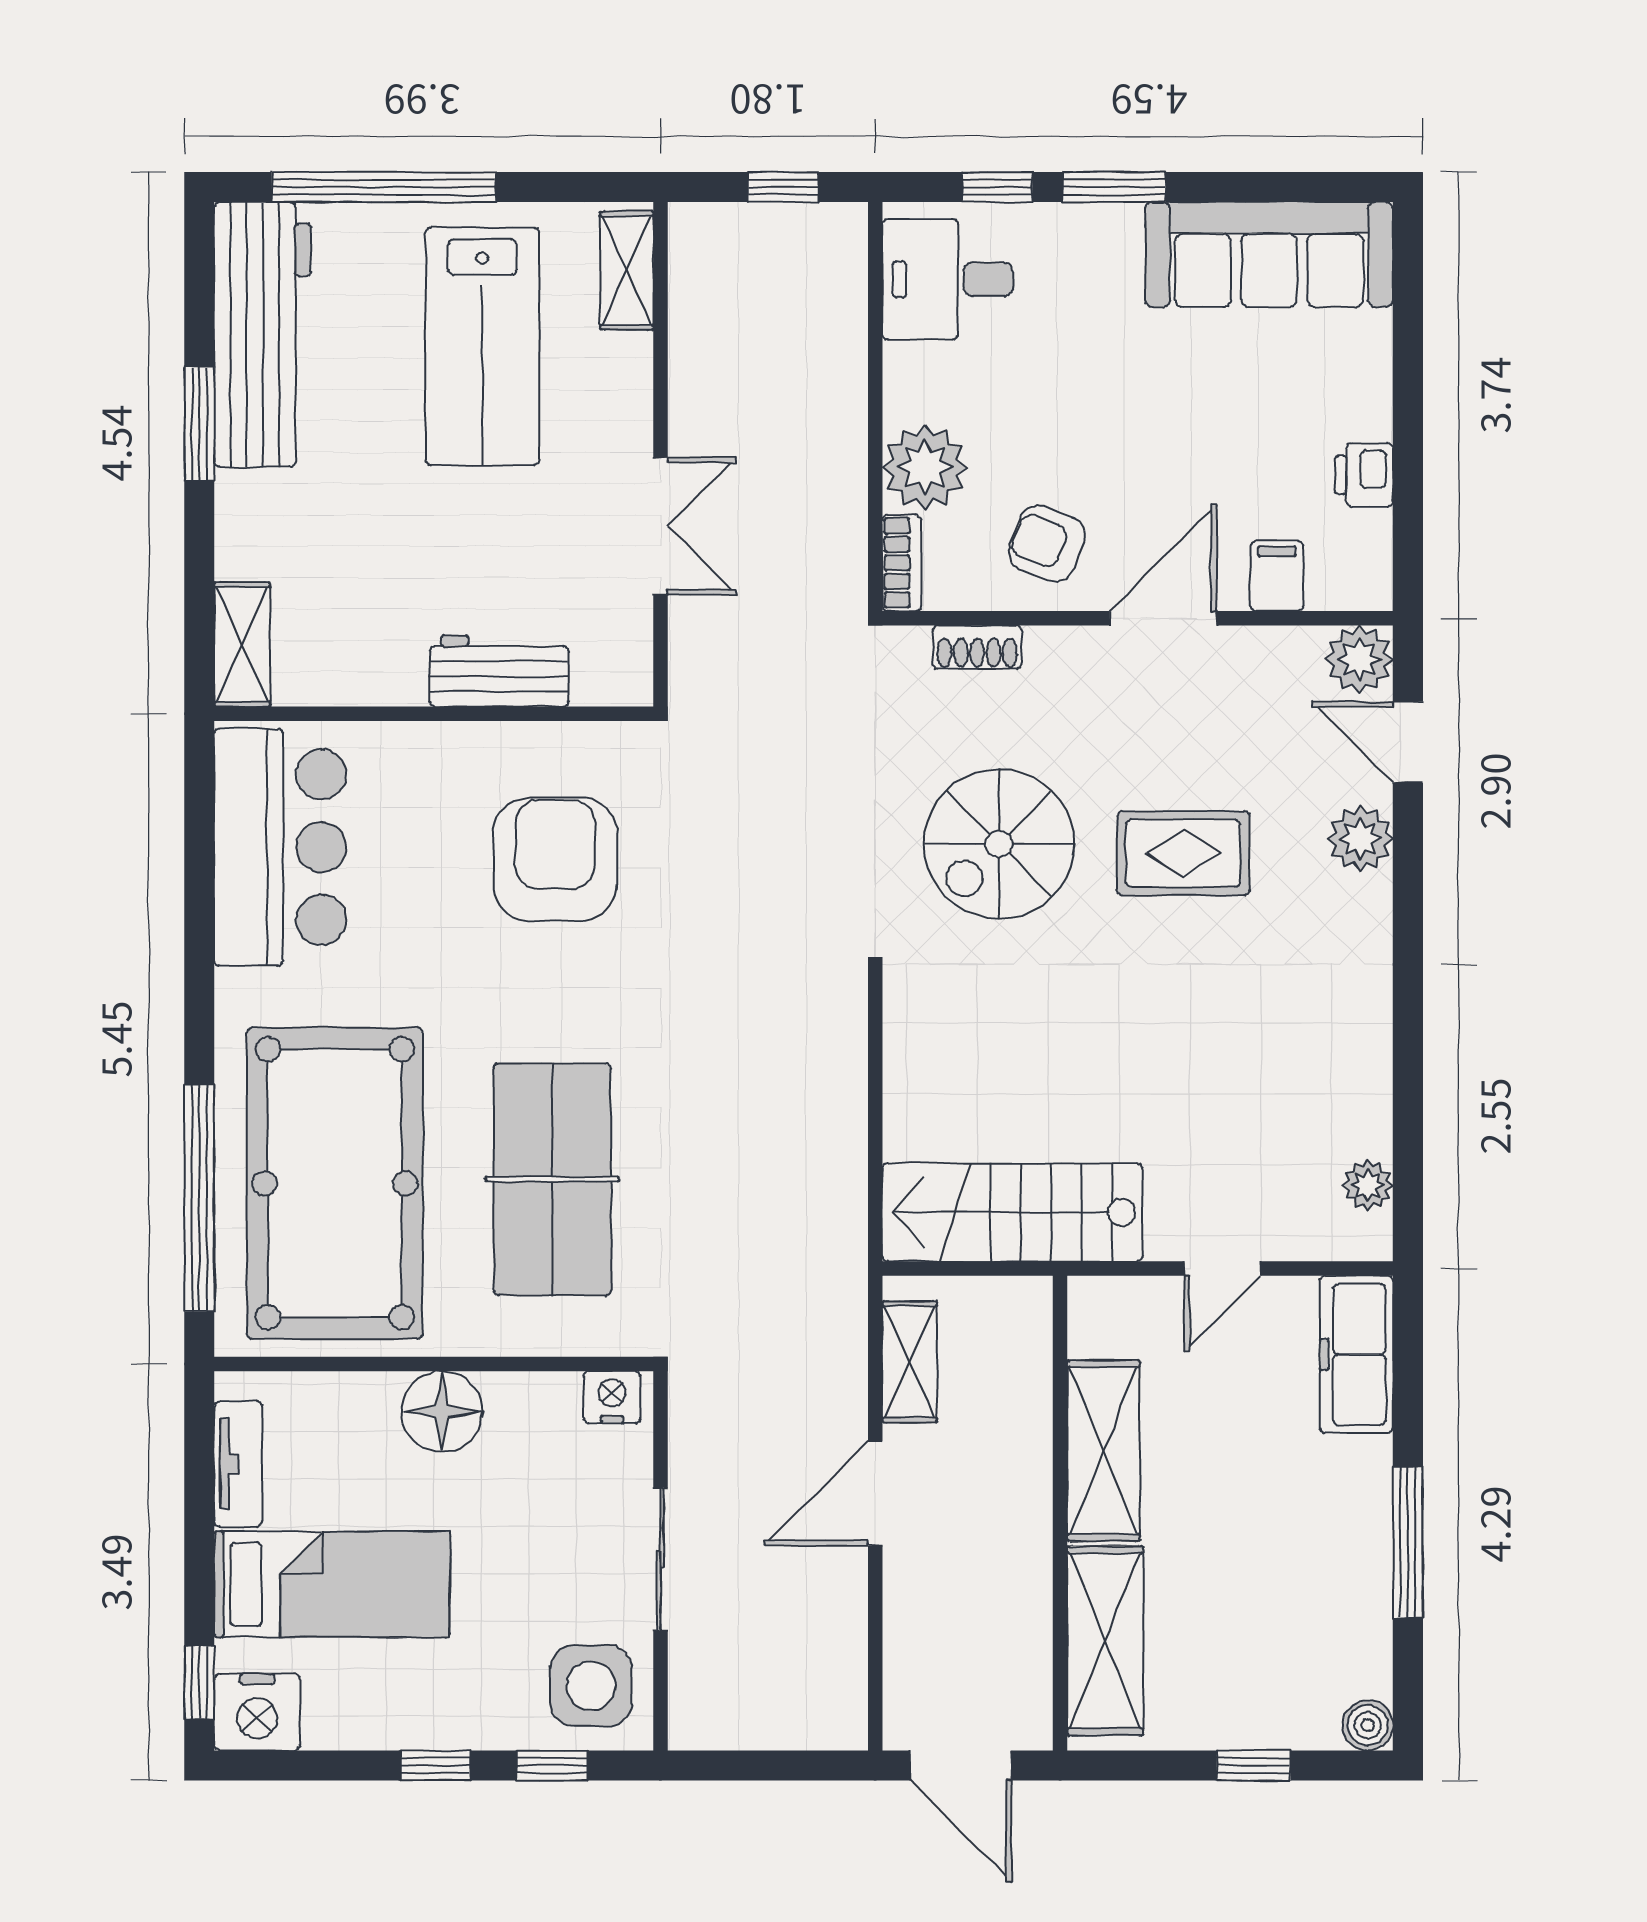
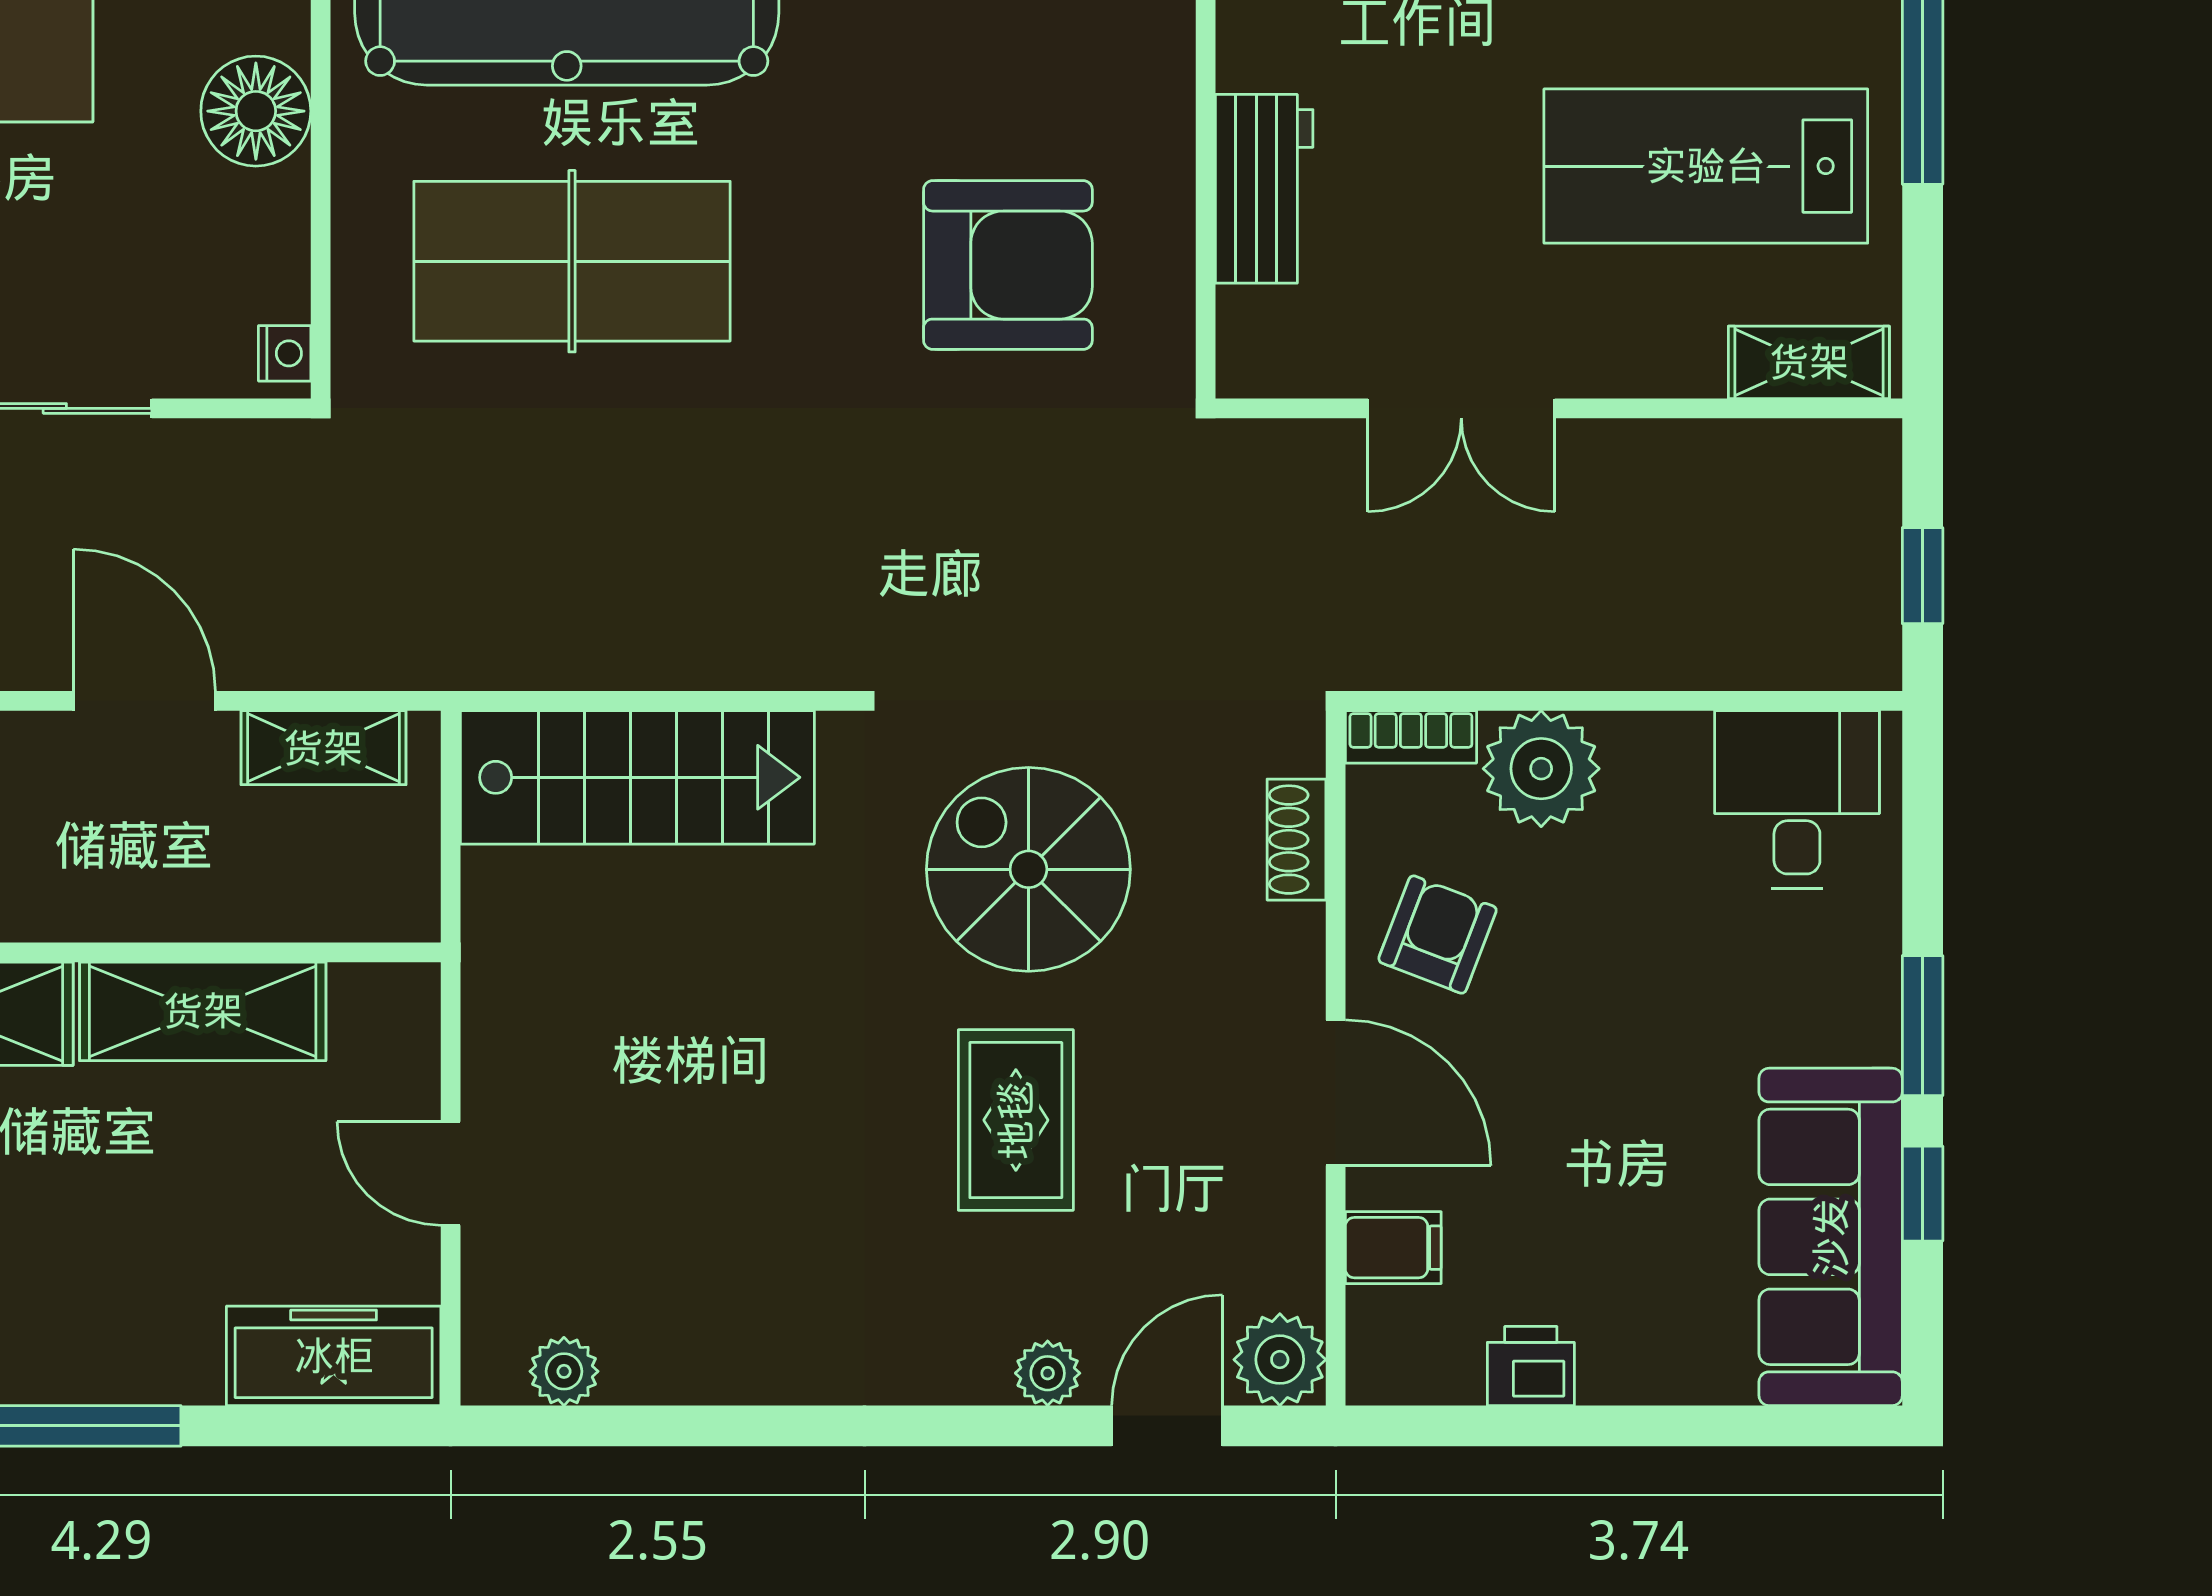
window: (997, 187) -> (1923, 1194), moved
plant: (1360, 839) -> (1048, 1373), width x0.73, depth x0.73
stairs: (1012, 1212) -> (637, 777), moved, turned 90
nightstand: (612, 1397) -> (285, 353), width x0.72, depth x0.74

